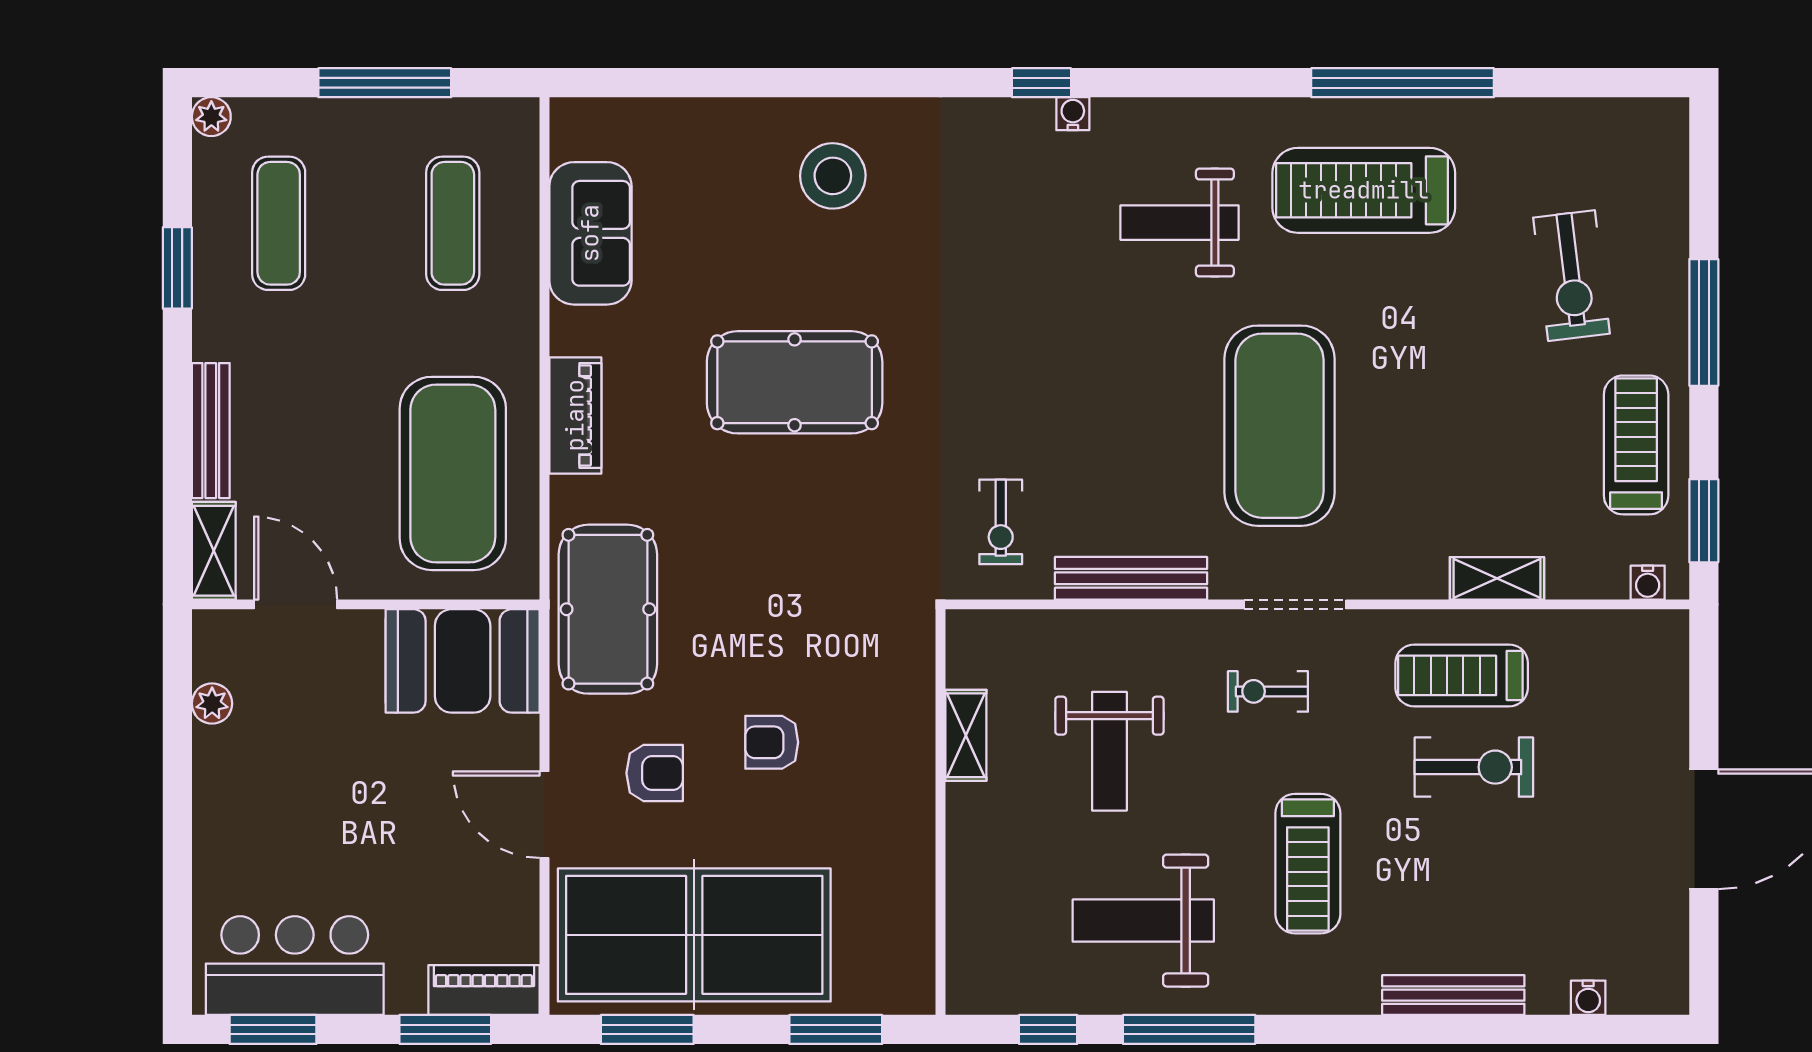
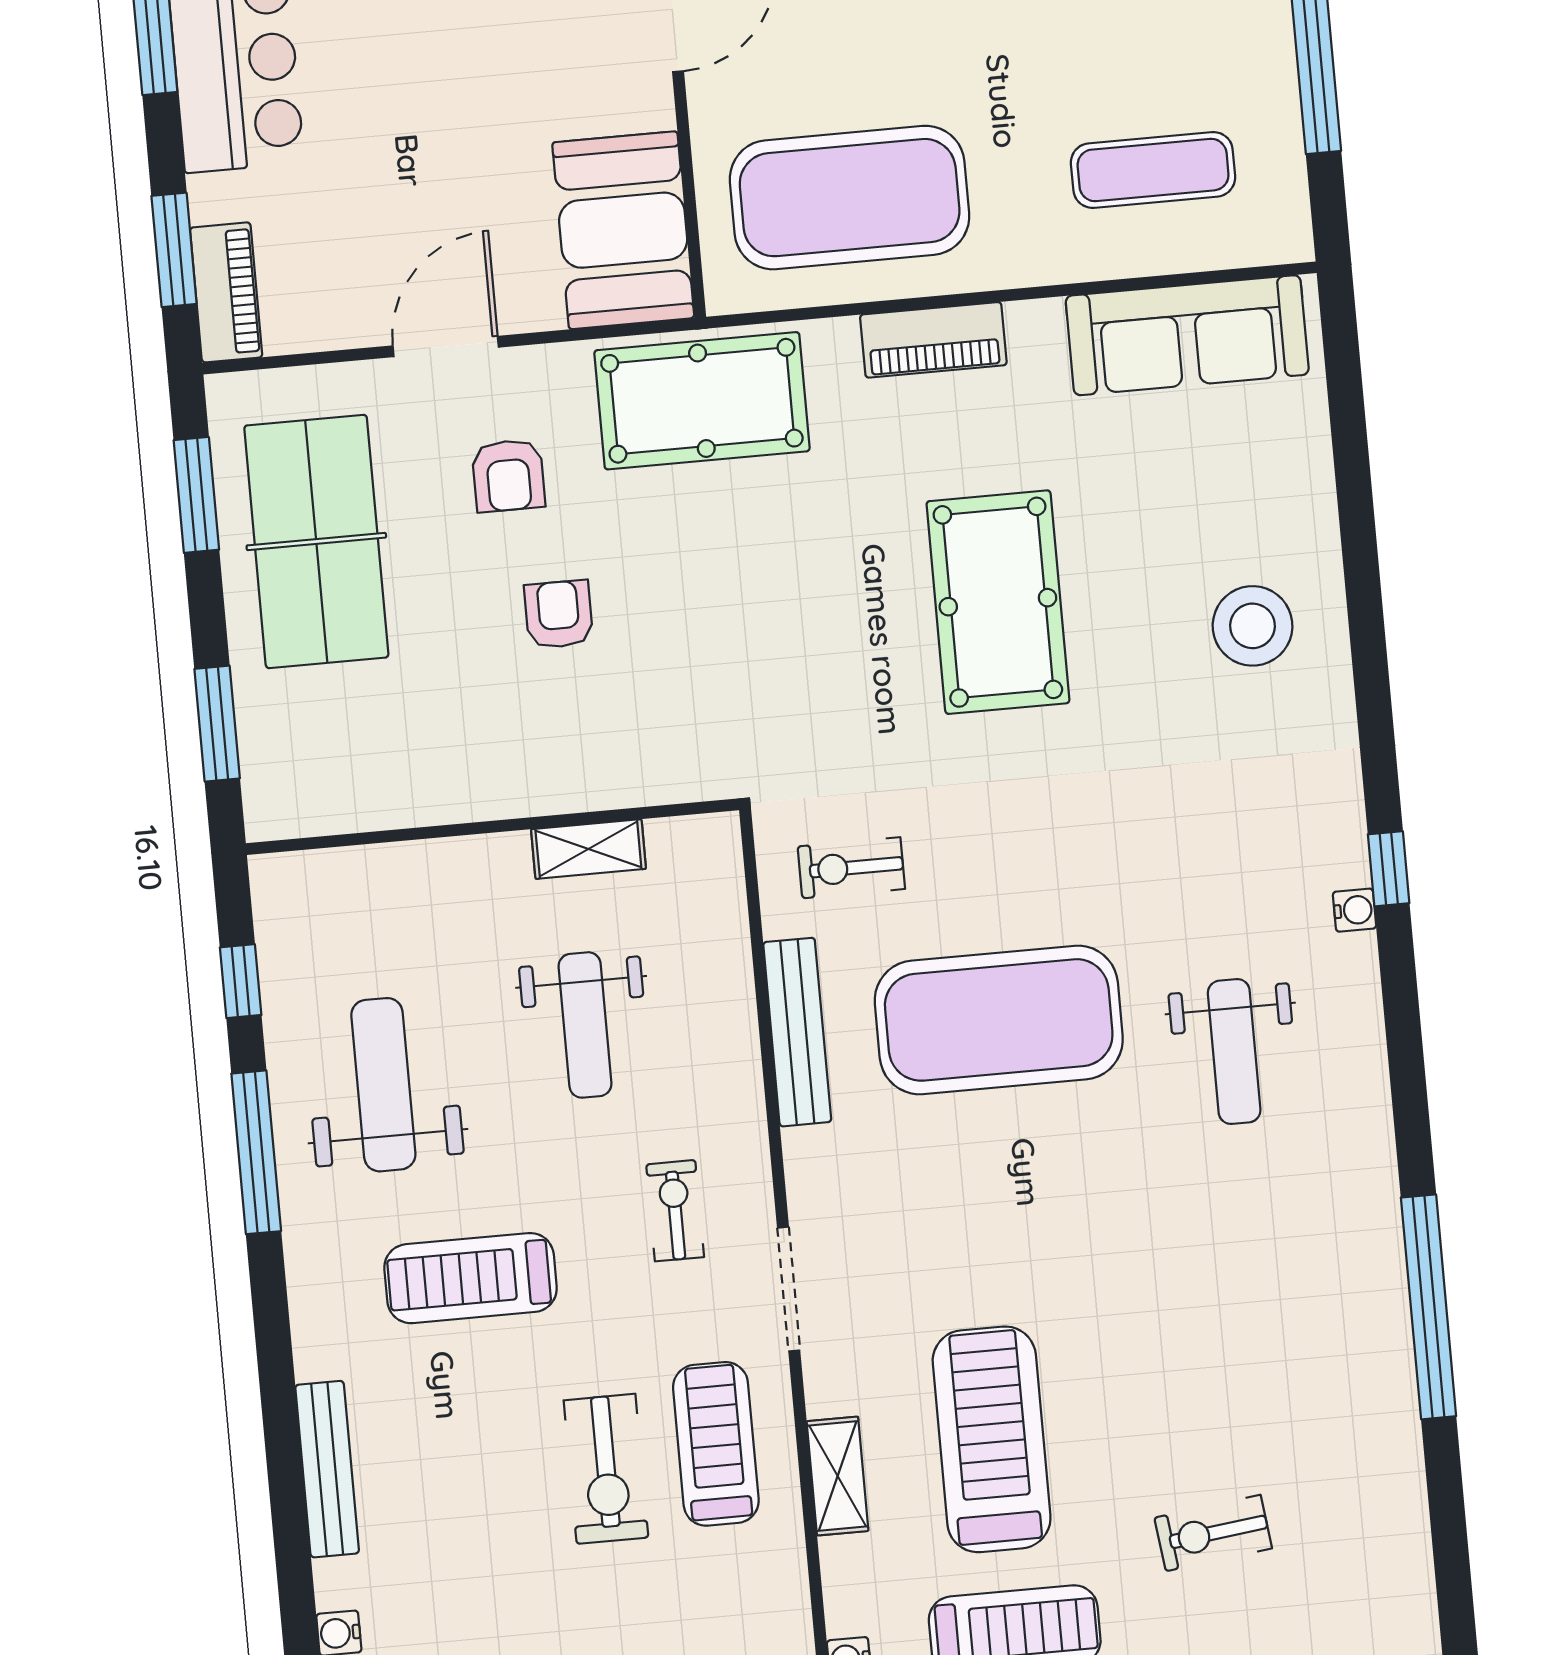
treadmill: (1364, 190) -> (992, 1439), moved
weight bench: (1179, 223) -> (1234, 1052), turned 180
sofa: (590, 233) -> (1187, 335), width x1.36
exercise bike: (1571, 276) -> (1213, 1533), width x0.73, depth x0.72
exercise mat: (1280, 426) -> (999, 1020), moved
doorway: (1295, 604) -> (789, 1289), moved
weight bench: (1109, 751) -> (585, 1025), turned -90
table tennis table: (694, 935) -> (316, 541), width x0.73, depth x0.76

